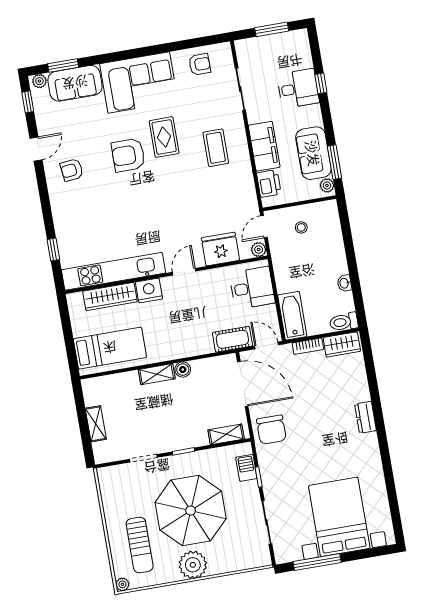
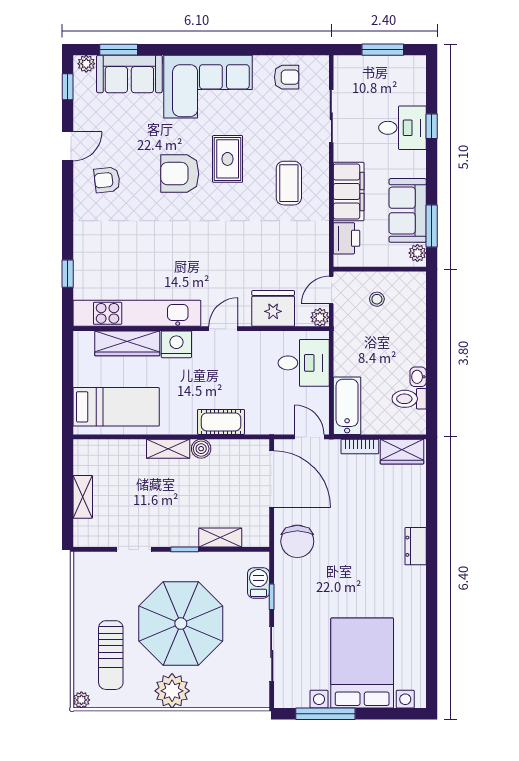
toilet: (344, 322) -> (409, 399), moved
cot: (232, 339) -> (221, 422), moved
shelving: (226, 434) -> (220, 538), moved

